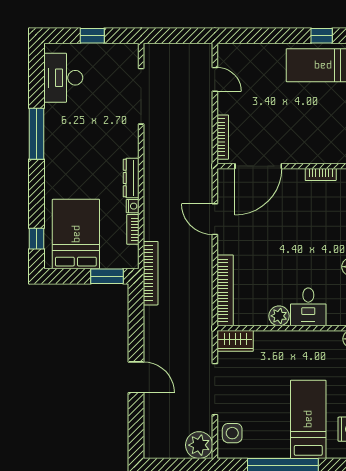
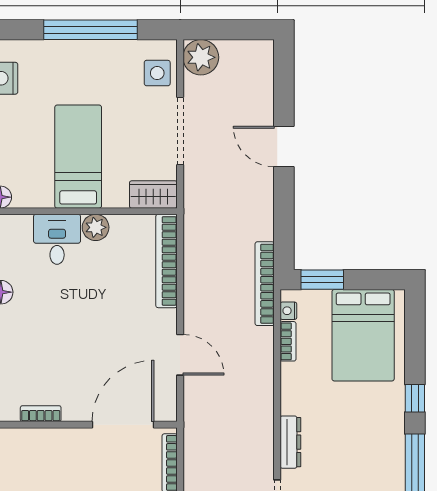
dresser: (131, 178) -> (290, 442), moved
nightstand: (133, 206) -> (288, 311), moved
window: (37, 239) -> (415, 398), moved
bed: (308, 419) -> (78, 157), moved, turned 180

